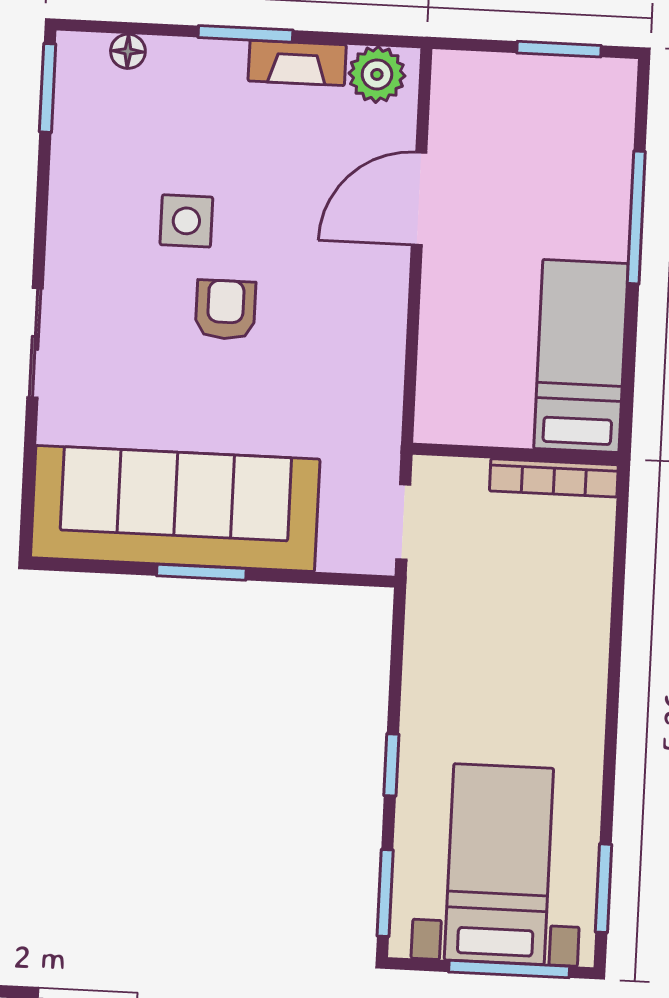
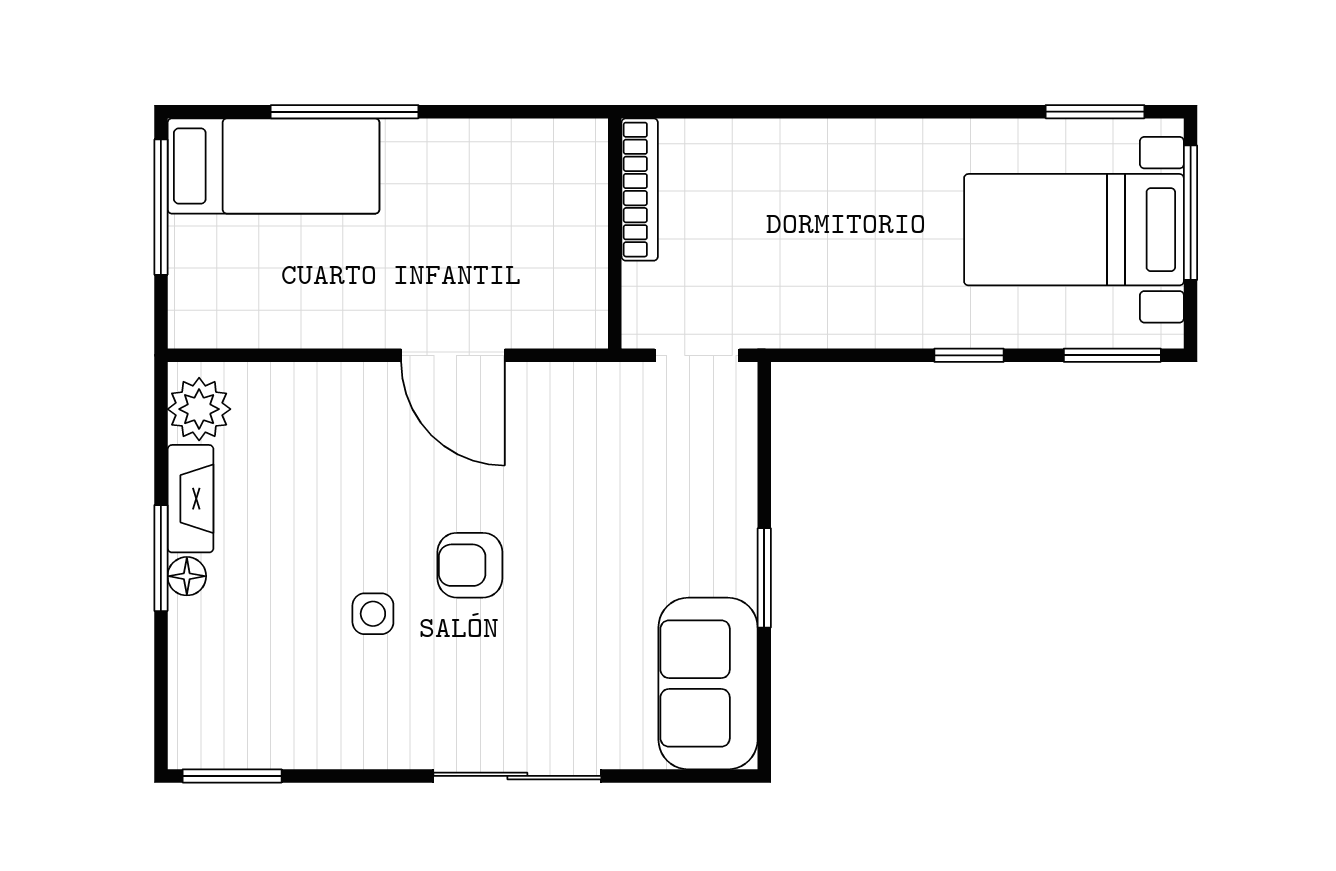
window: (559, 49) -> (161, 207), width x1.44
floor lamp: (128, 51) -> (187, 576), moved
door: (419, 199) -> (453, 355), moved
side table: (186, 221) -> (373, 614), width x0.73, depth x0.73
sliding door: (35, 343) -> (517, 776), width x1.37
bed: (581, 356) -> (273, 166), moved, turned 180
sofa: (175, 508) -> (708, 683), width x0.54, depth x0.79

